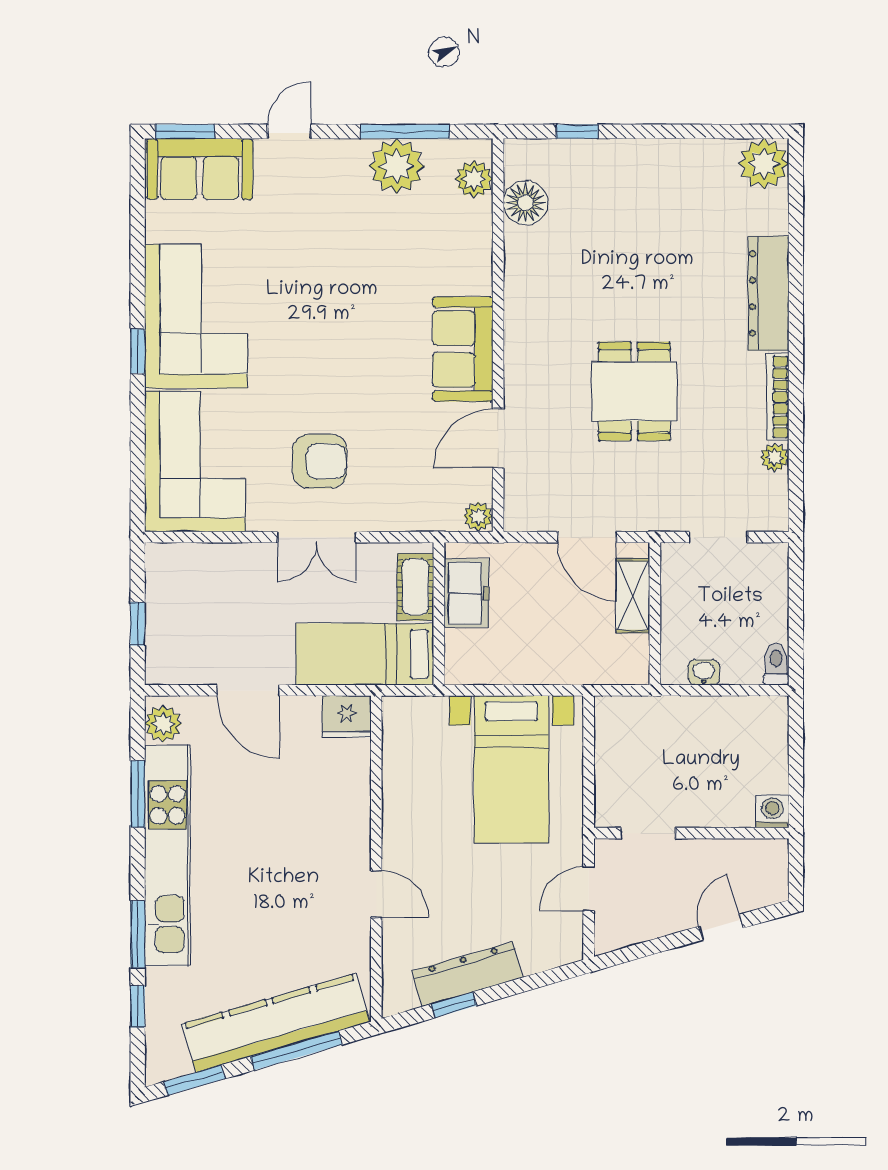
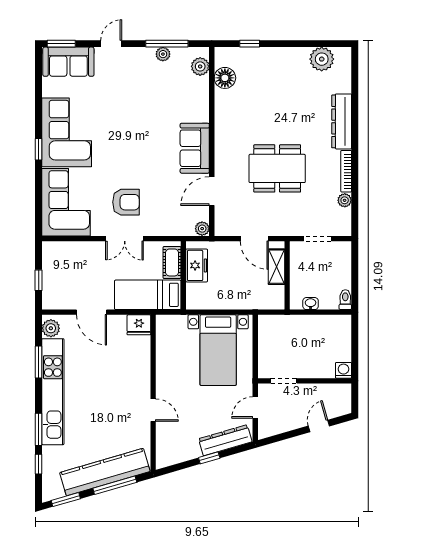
plant: (764, 164) -> (322, 59), moved
plant: (397, 166) -> (163, 54), width x0.53, depth x0.53
dining table: (634, 391) -> (277, 168), width x1.38
dresser: (467, 974) -> (225, 440), moved
window: (454, 1005) -> (209, 458), moved

